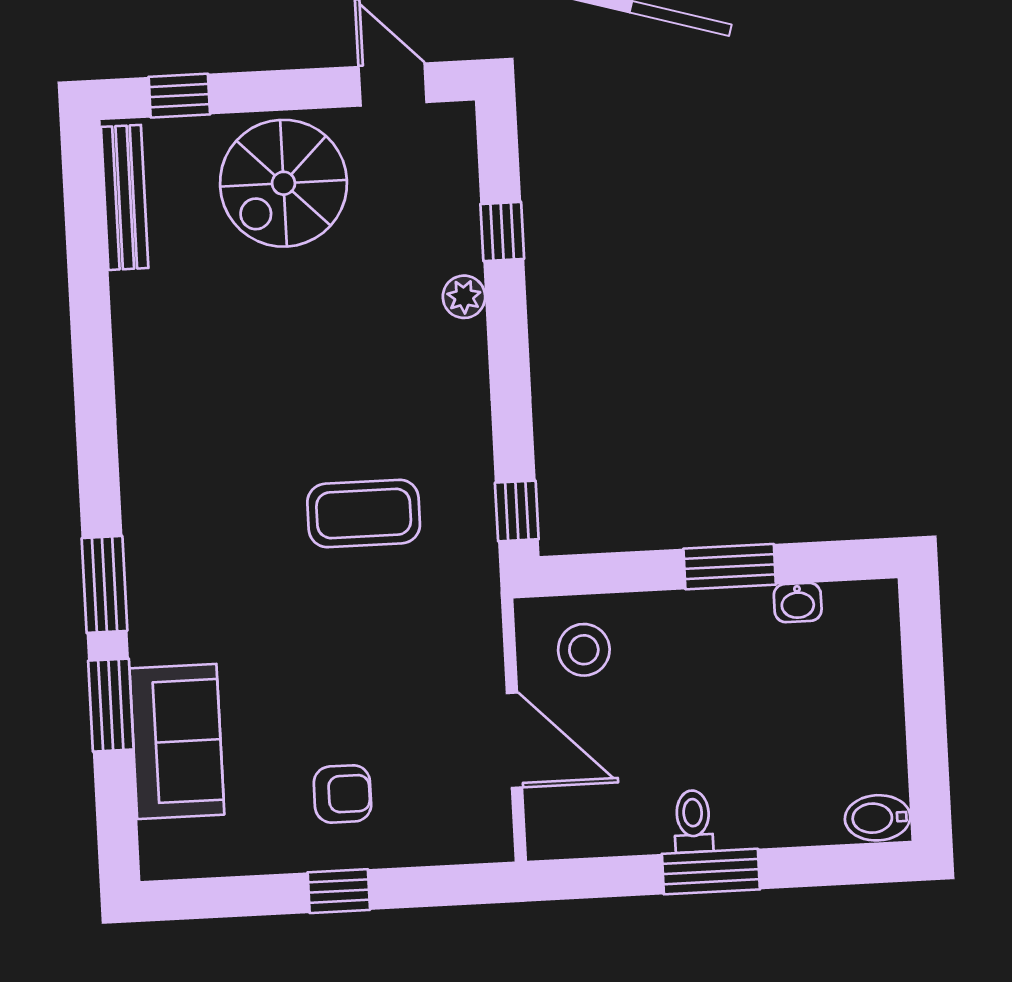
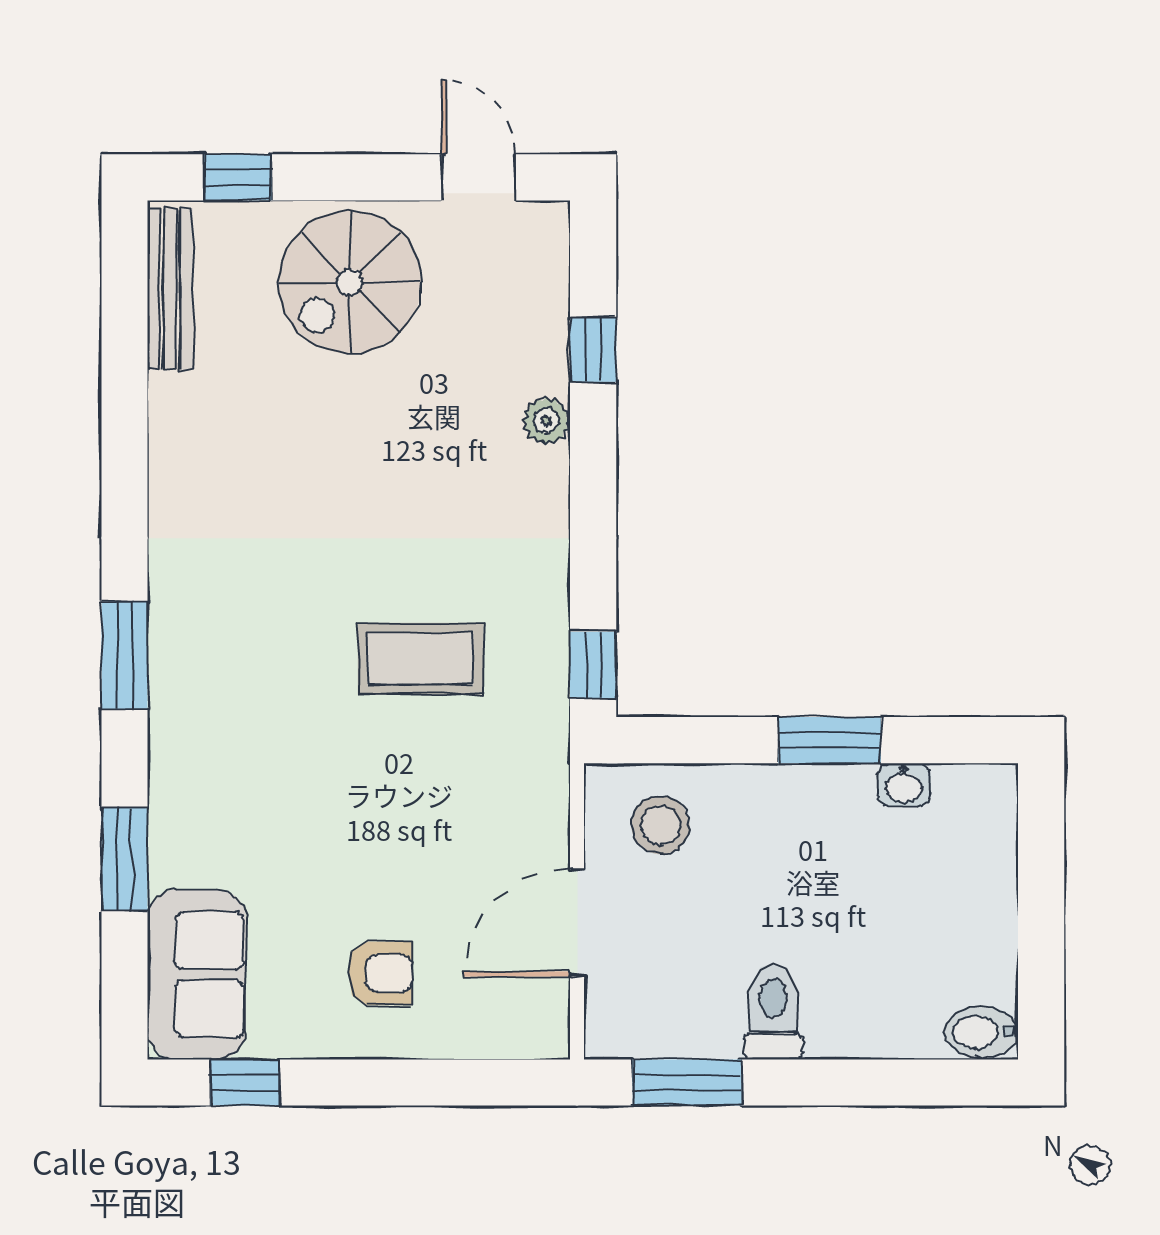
window: (104, 584) -> (125, 655), moved
door: (515, 740) -> (577, 923), swing flipped
sofa: (177, 741) -> (197, 974), moved
toilet: (693, 821) -> (773, 1011), width x1.37, depth x1.39
window: (711, 872) -> (687, 1083), moved
window: (339, 891) -> (245, 1083), moved

